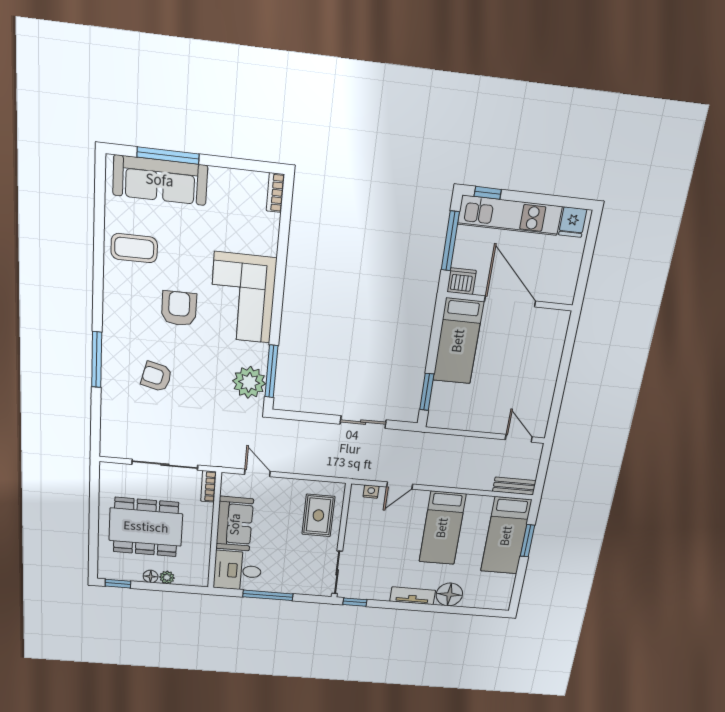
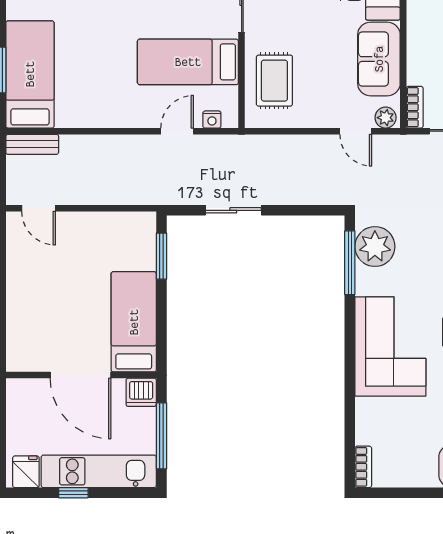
window: (488, 193) -> (73, 493), moved
plant: (233, 481) -> (386, 118), added
bed: (442, 528) -> (188, 62), moved, turned -90

